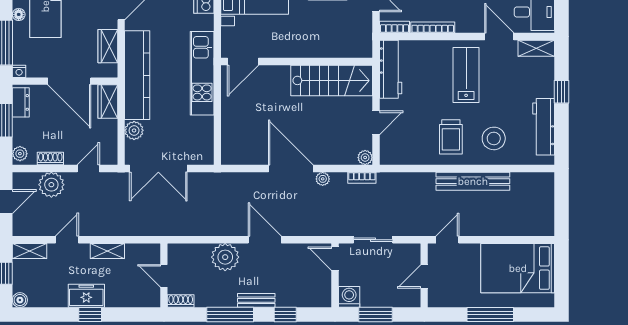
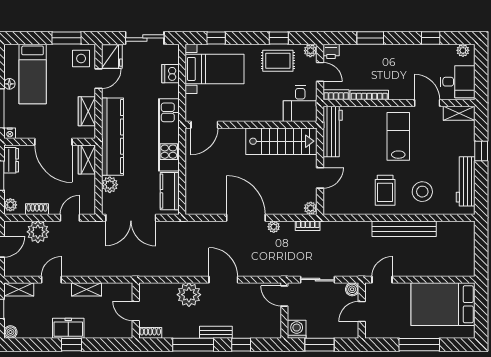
desk: (353, 37) -> (300, 104), added
kitchen counter: (203, 138) -> (170, 191), added
boiler: (413, 251) -> (352, 289), added

